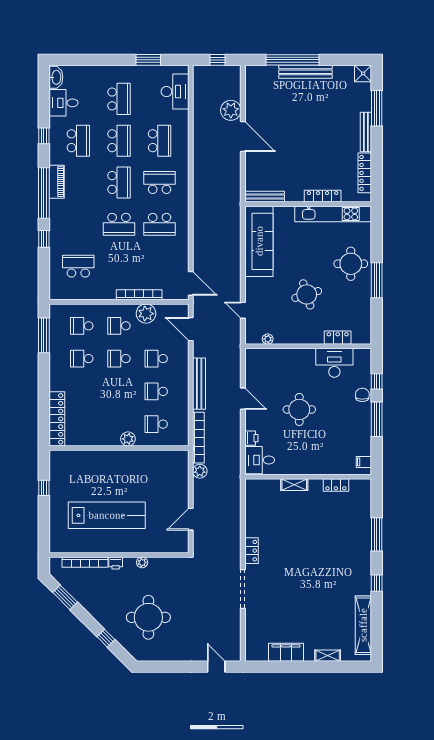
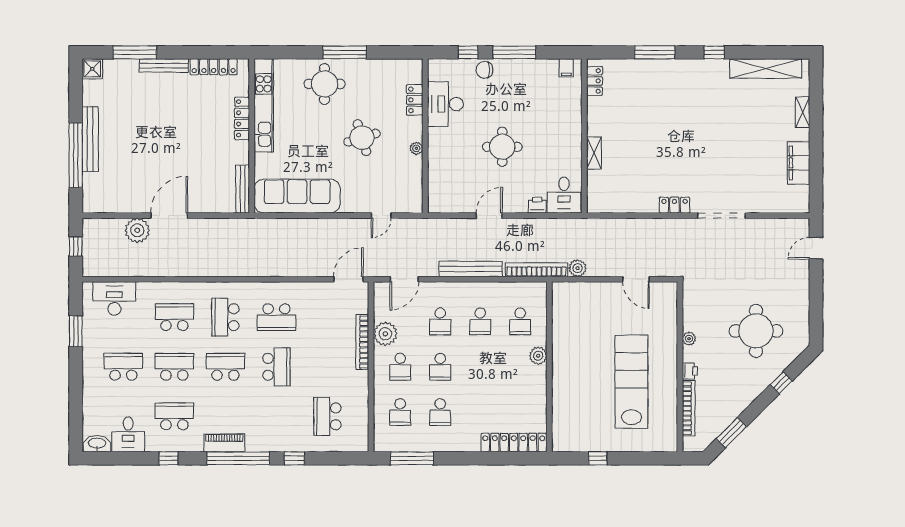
school desk: (160, 224) -> (276, 317), turned 90
plant: (268, 339) -> (416, 148), moved
locker: (336, 485) -> (595, 81), moved

